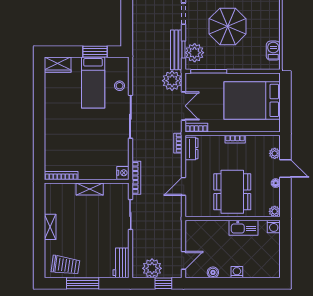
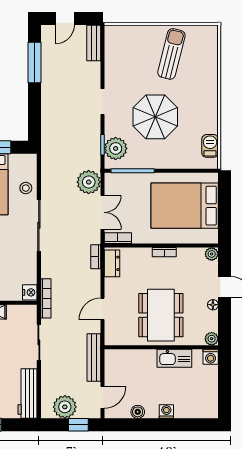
bench: (176, 50) -> (94, 358), moved
plant: (275, 153) -> (212, 254), moved
workbench: (121, 263) -> (28, 394), width x1.38

